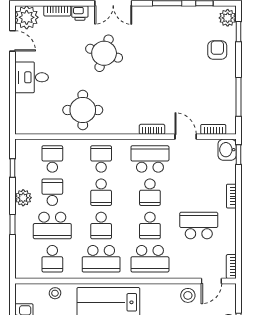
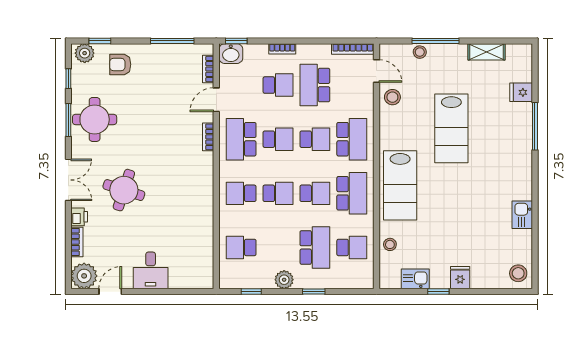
round table: (83, 110) -> (95, 119), moved
school desk: (52, 192) -> (278, 85), moved, turned 180
bookcase: (231, 267) -> (353, 49), width x1.56

